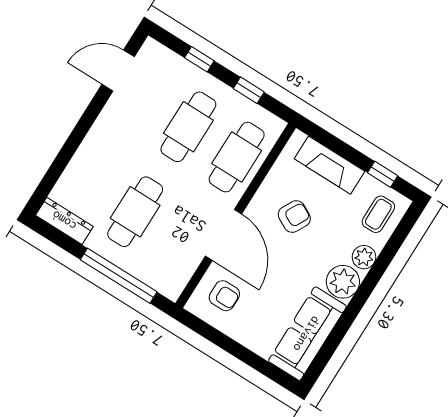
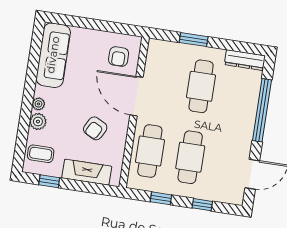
window: (70, 147) -> (262, 110), added
coffee table: (378, 214) -> (41, 154), turned 90
window: (119, 276) -> (194, 40), width x0.47
plant: (343, 282) -> (38, 104), width x0.53, depth x0.53
armchair: (224, 296) -> (119, 57), turned -90

